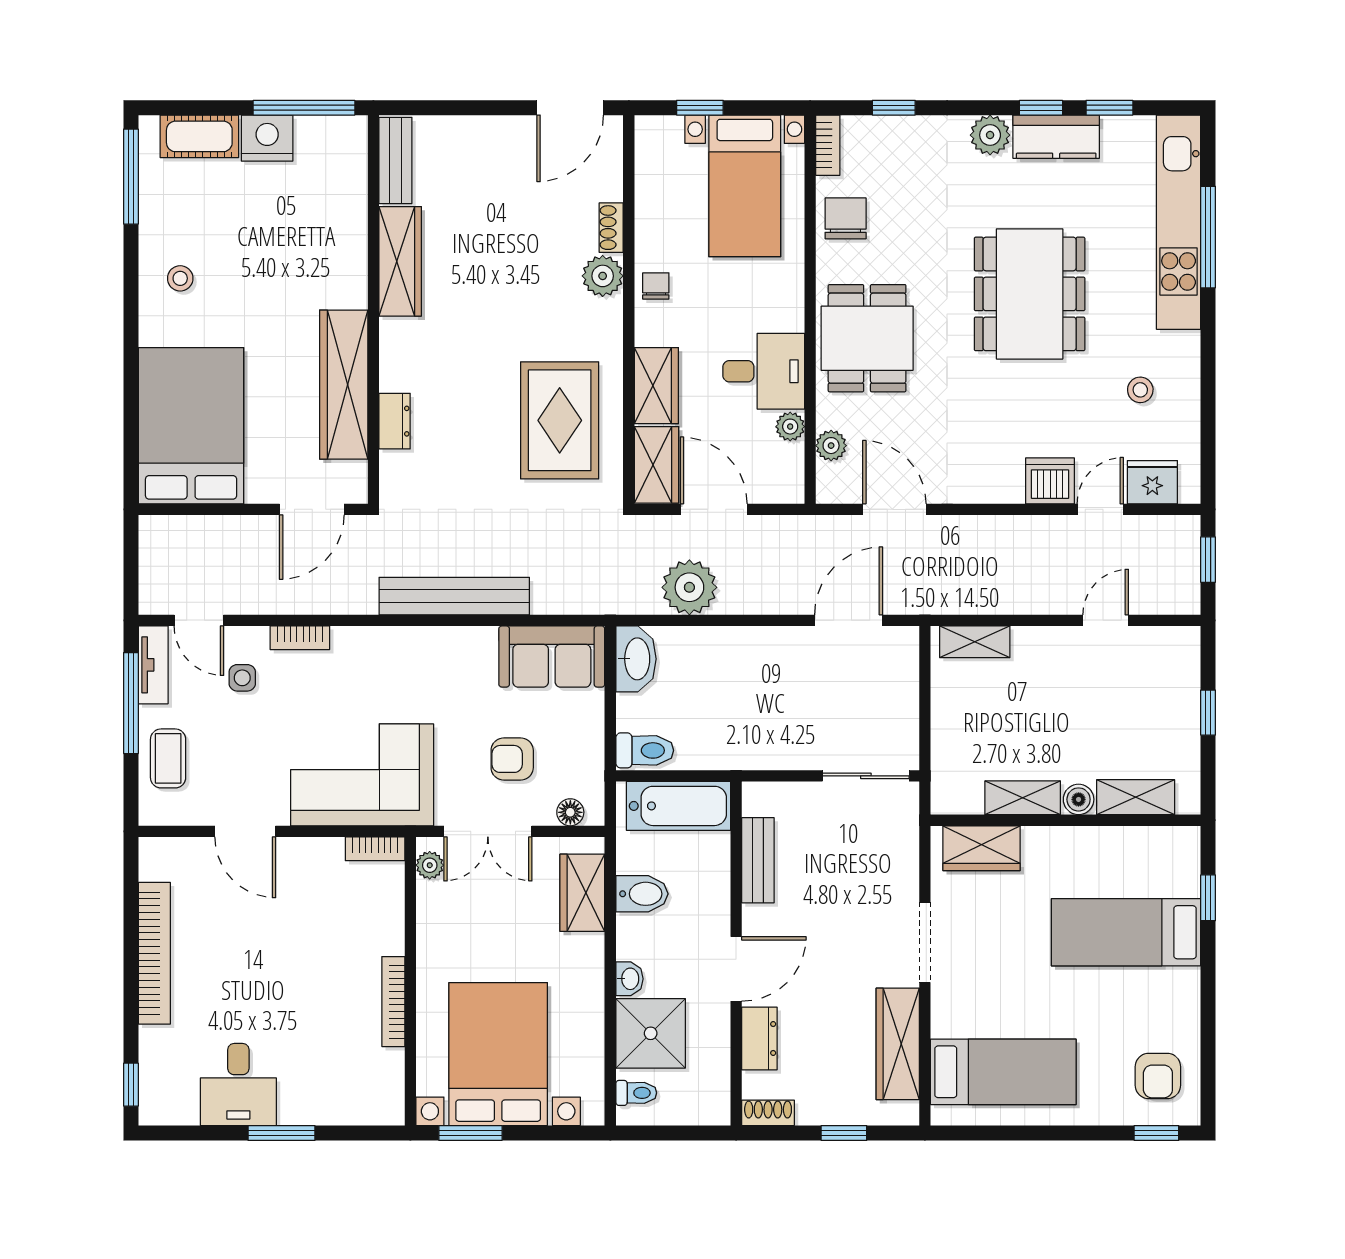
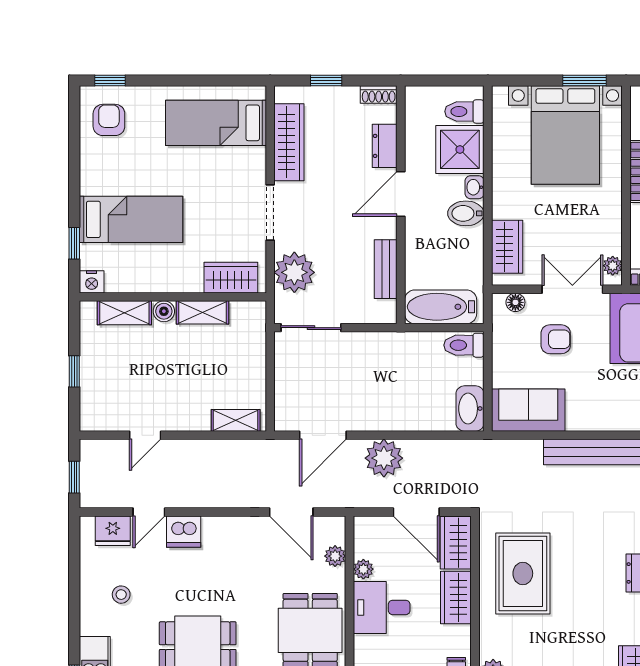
plant: (689, 587) -> (384, 458), moved
nightstand: (1183, 842) -> (92, 282), added
plant: (890, 856) -> (294, 272), added
bidet: (642, 894) -> (466, 213), moved
toilet: (636, 1093) -> (464, 111), width x1.37, depth x1.39

